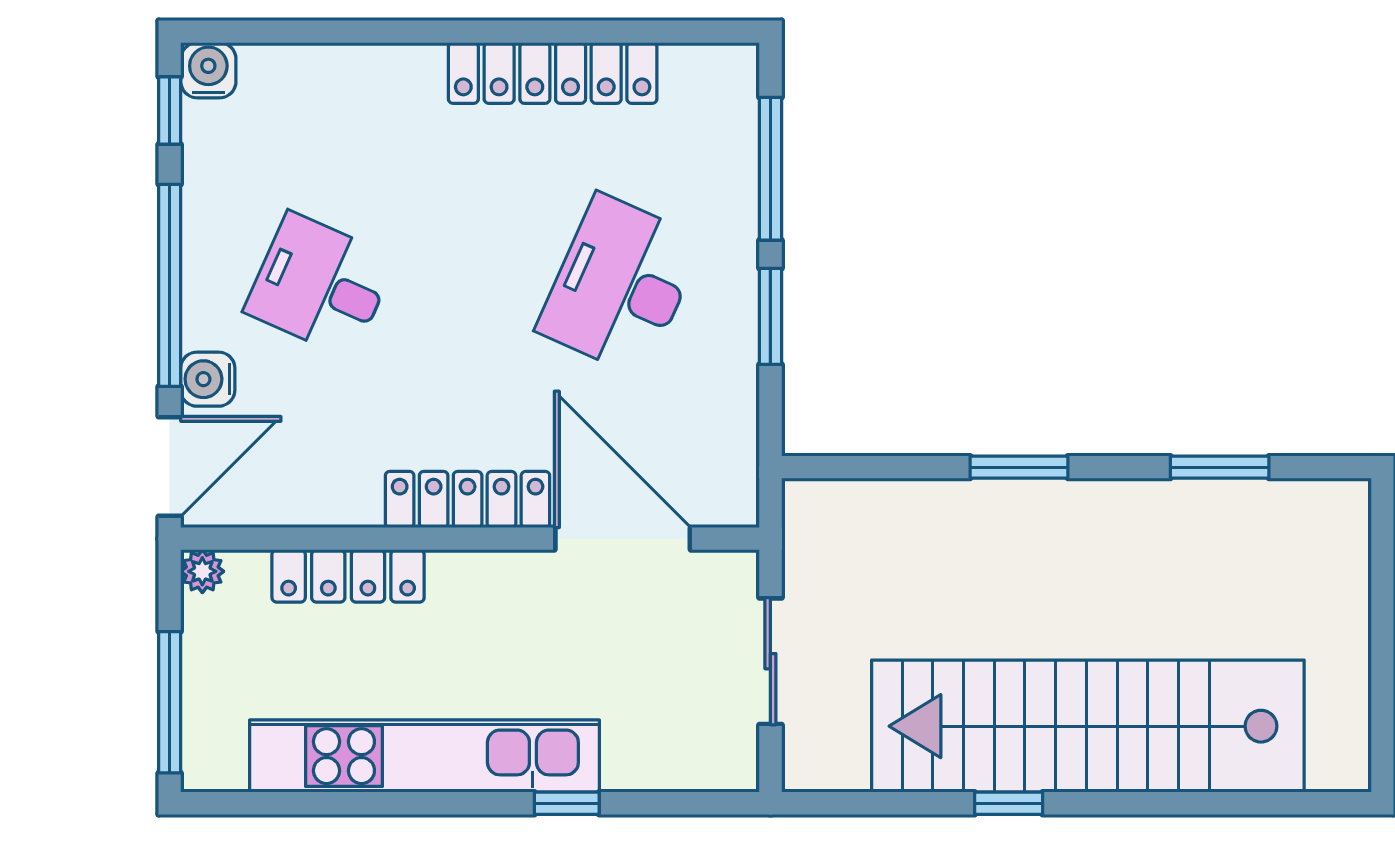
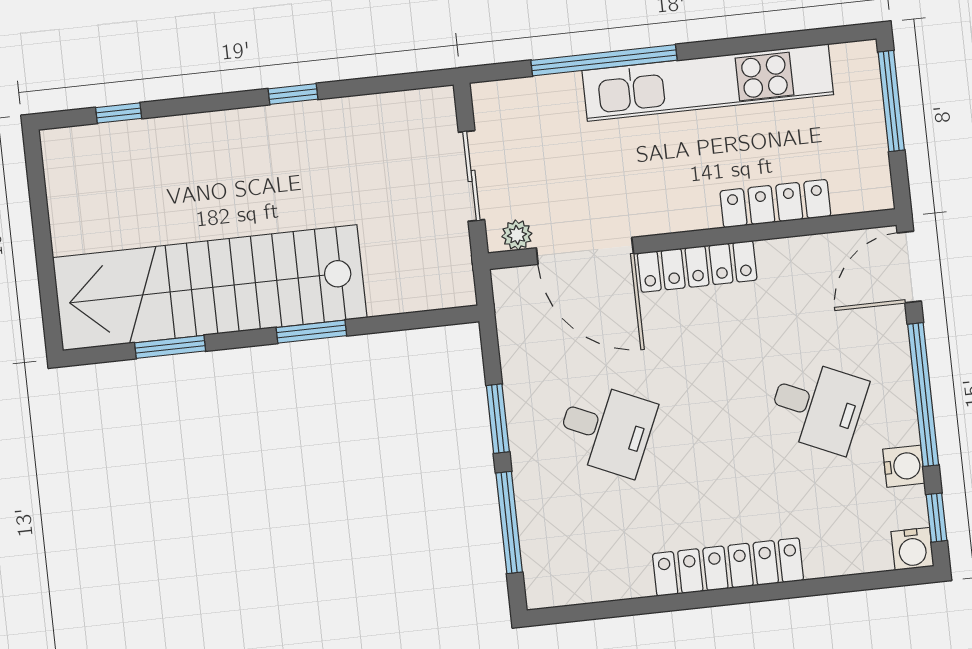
locker: (553, 73) -> (728, 567), moved
desk: (620, 285) -> (606, 429), width x0.73
water cooler: (208, 379) -> (904, 466), moved
plant: (202, 571) -> (517, 235), moved
stairs: (1088, 726) -> (210, 288), moved, turned 180
window: (567, 803) -> (604, 60), width x3.17
window: (1256, 803) -> (119, 113), added

